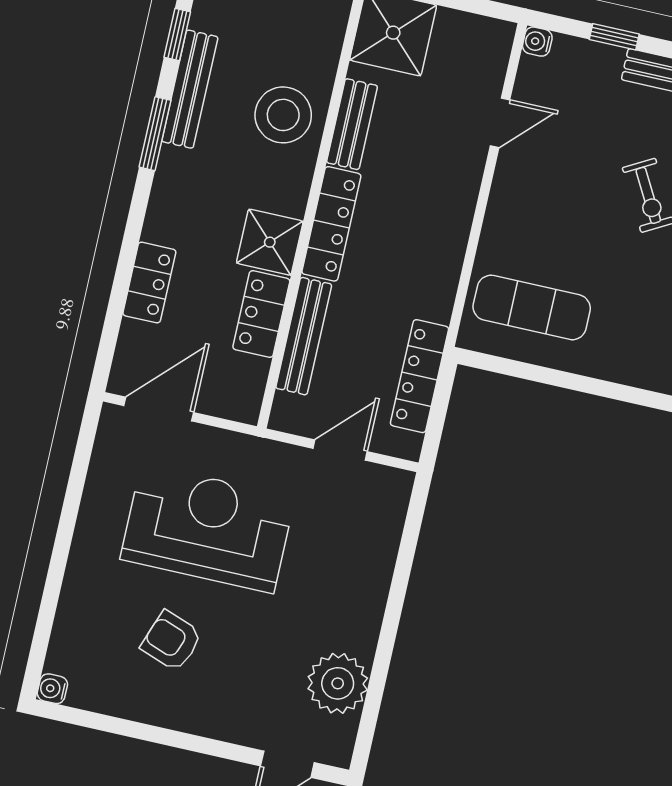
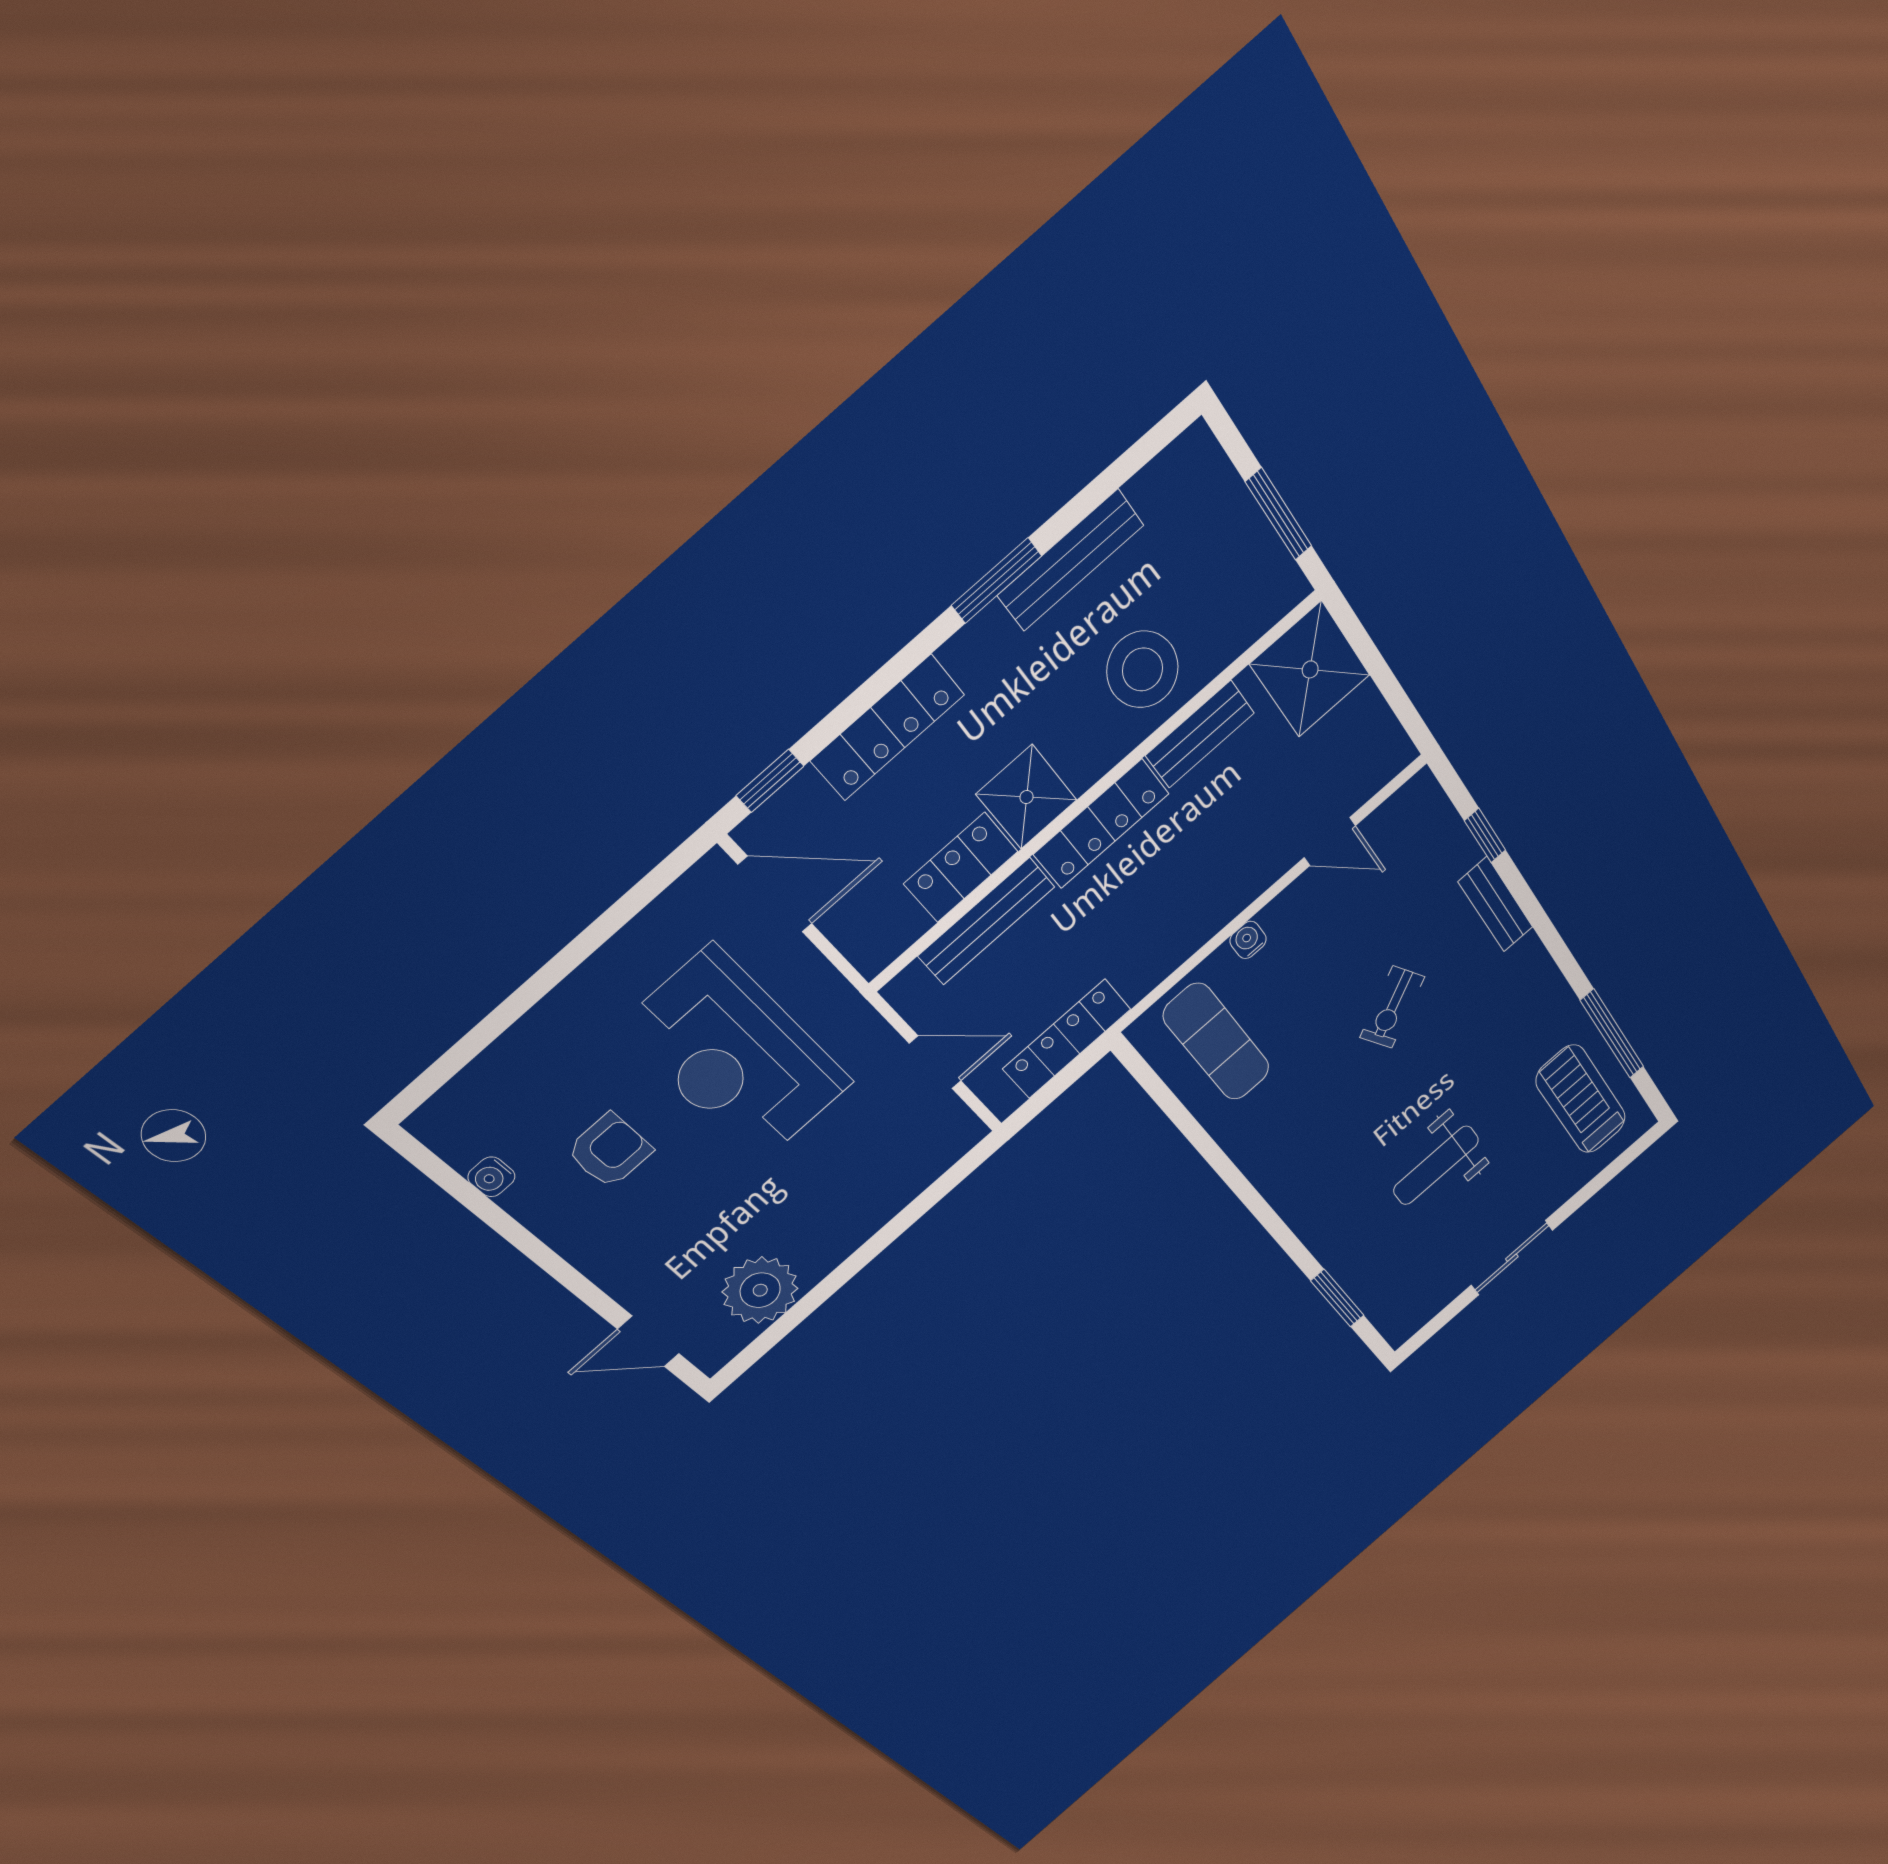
window: (177, 34) -> (770, 781), moved
water cooler: (537, 42) -> (1248, 940), moved
locker: (149, 283) -> (888, 728), width x1.53
reception desk: (208, 528) -> (736, 1056), turned 180
armchair: (172, 641) -> (610, 1151), turned 70
water cooler: (52, 689) -> (491, 1177), moved, turned -90

